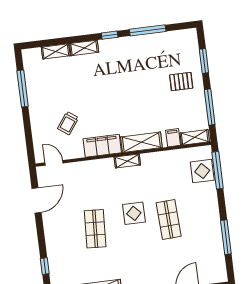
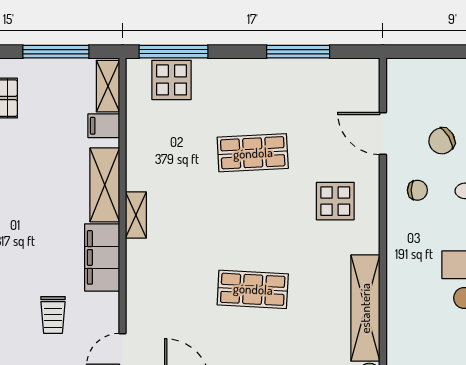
trolley: (68, 123) -> (53, 315), turned 54
display table: (134, 213) -> (335, 201), moved

